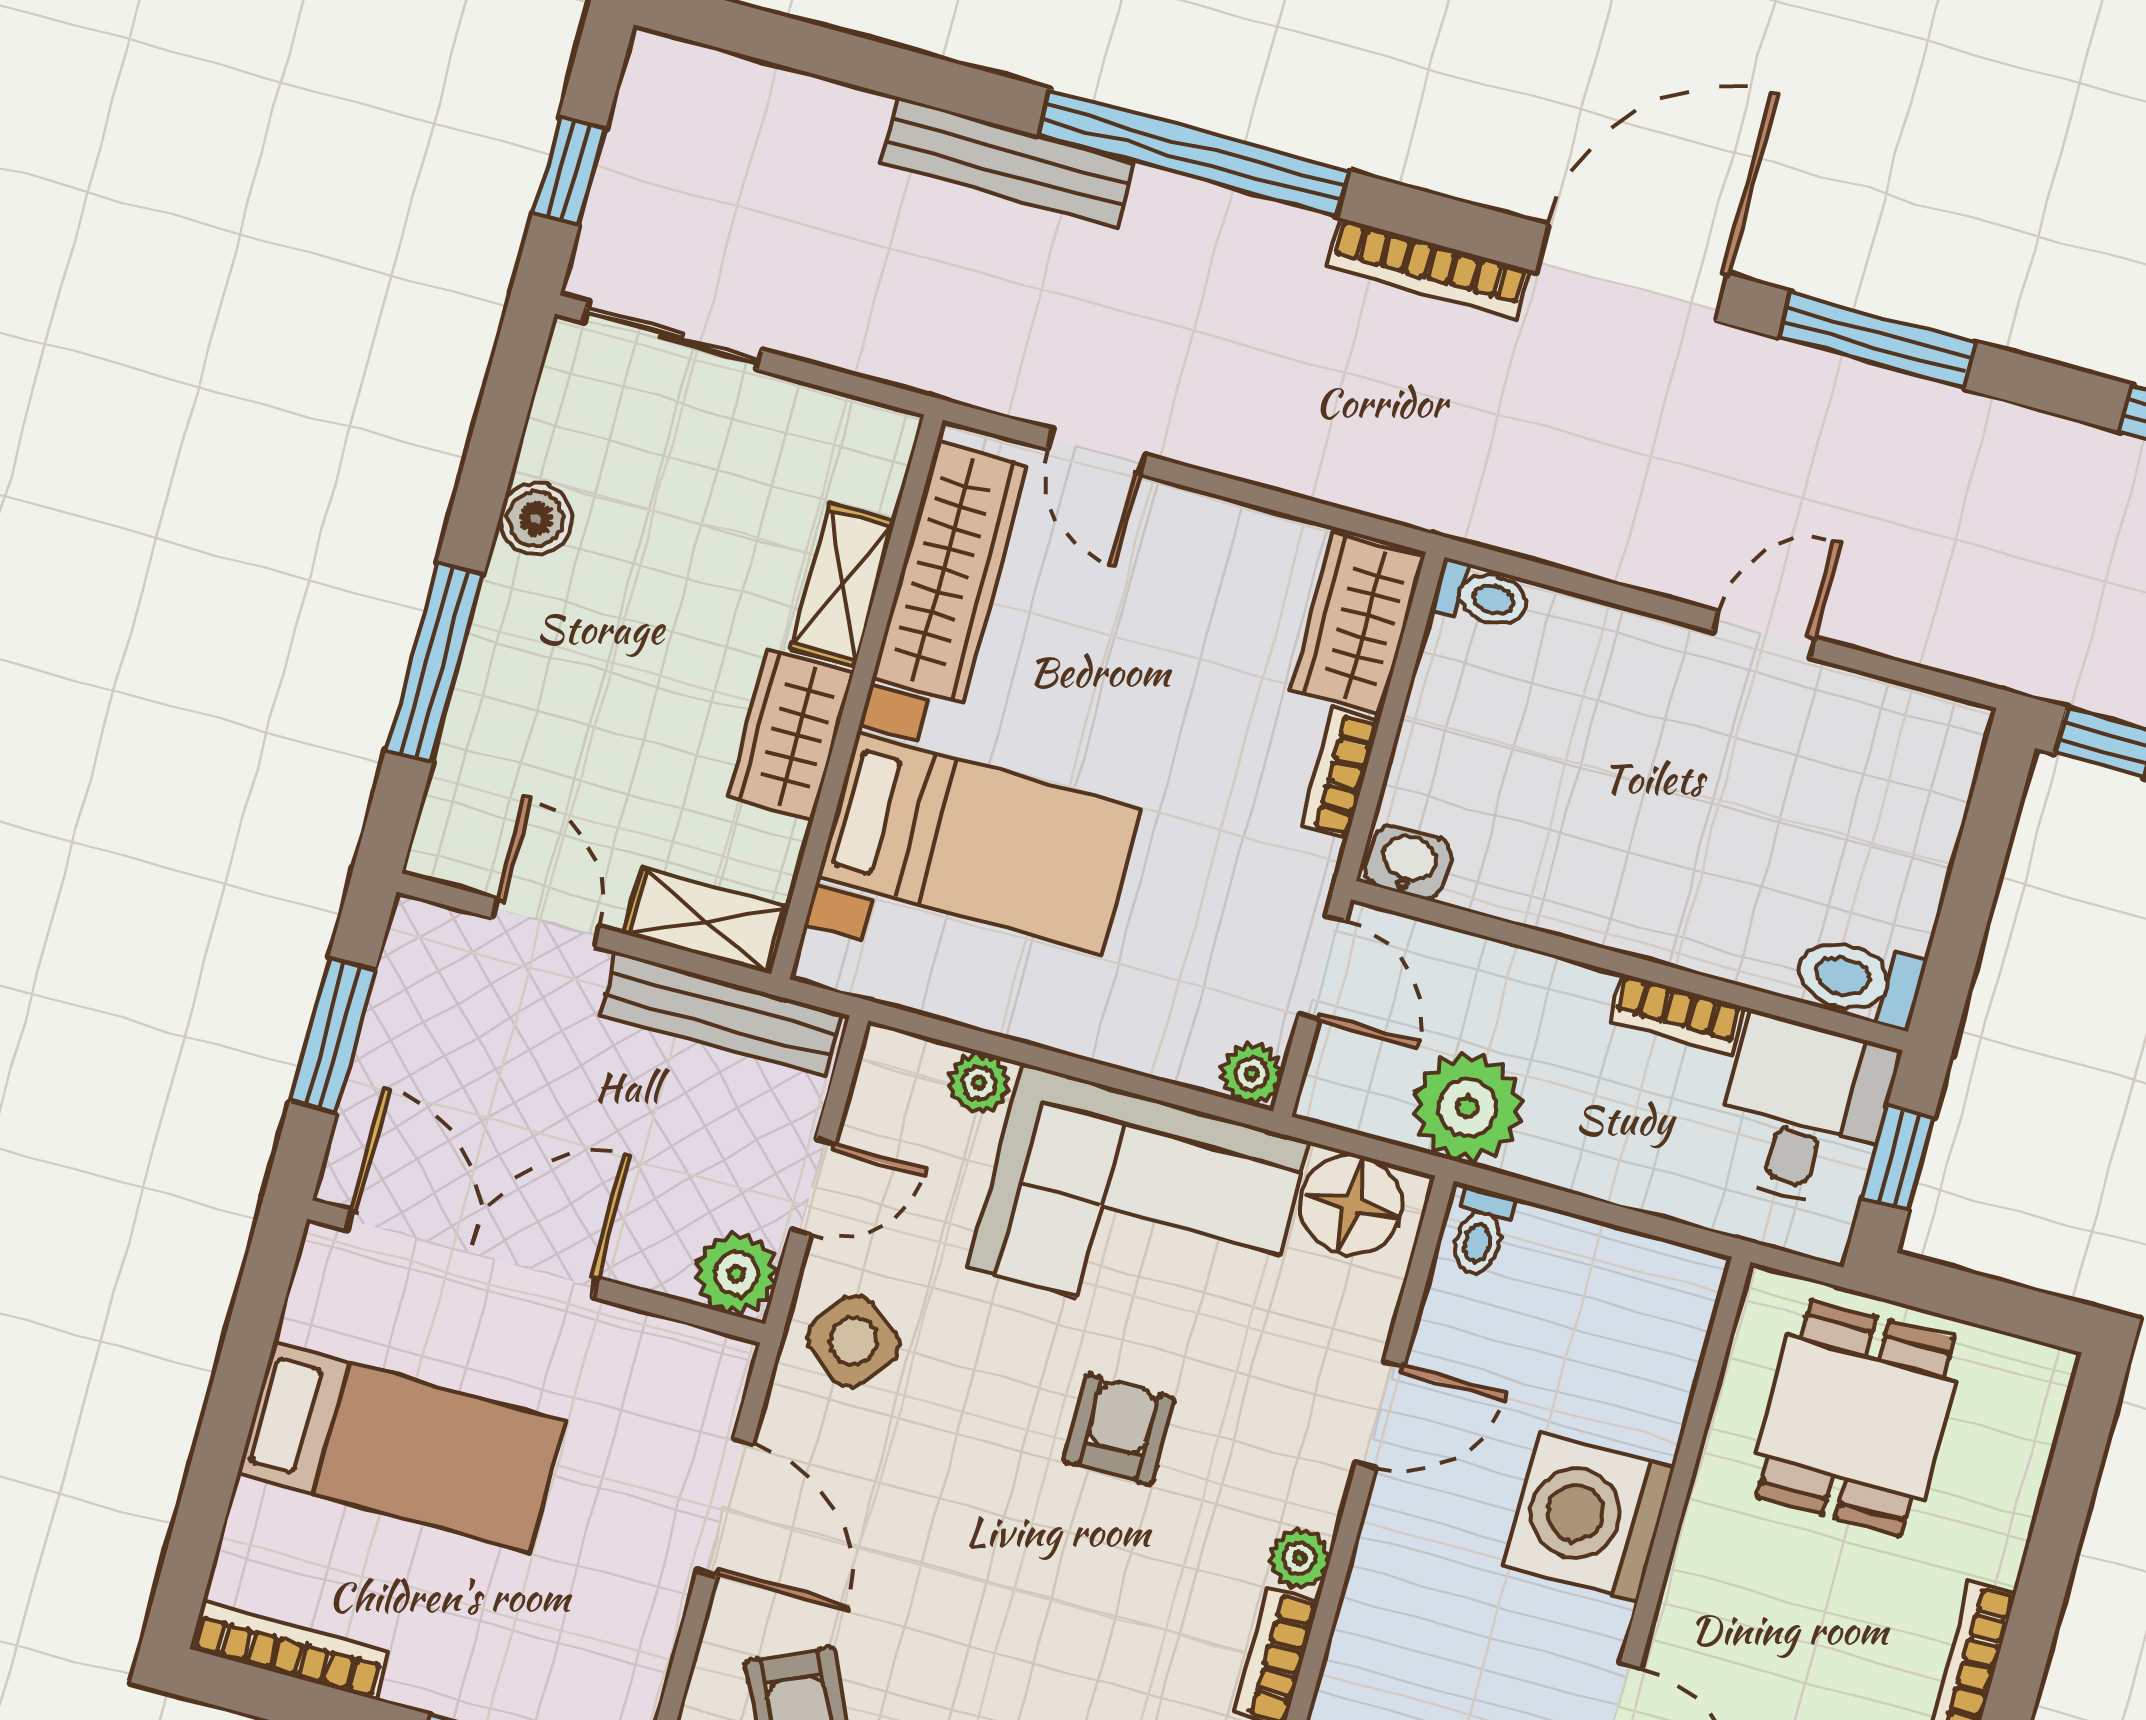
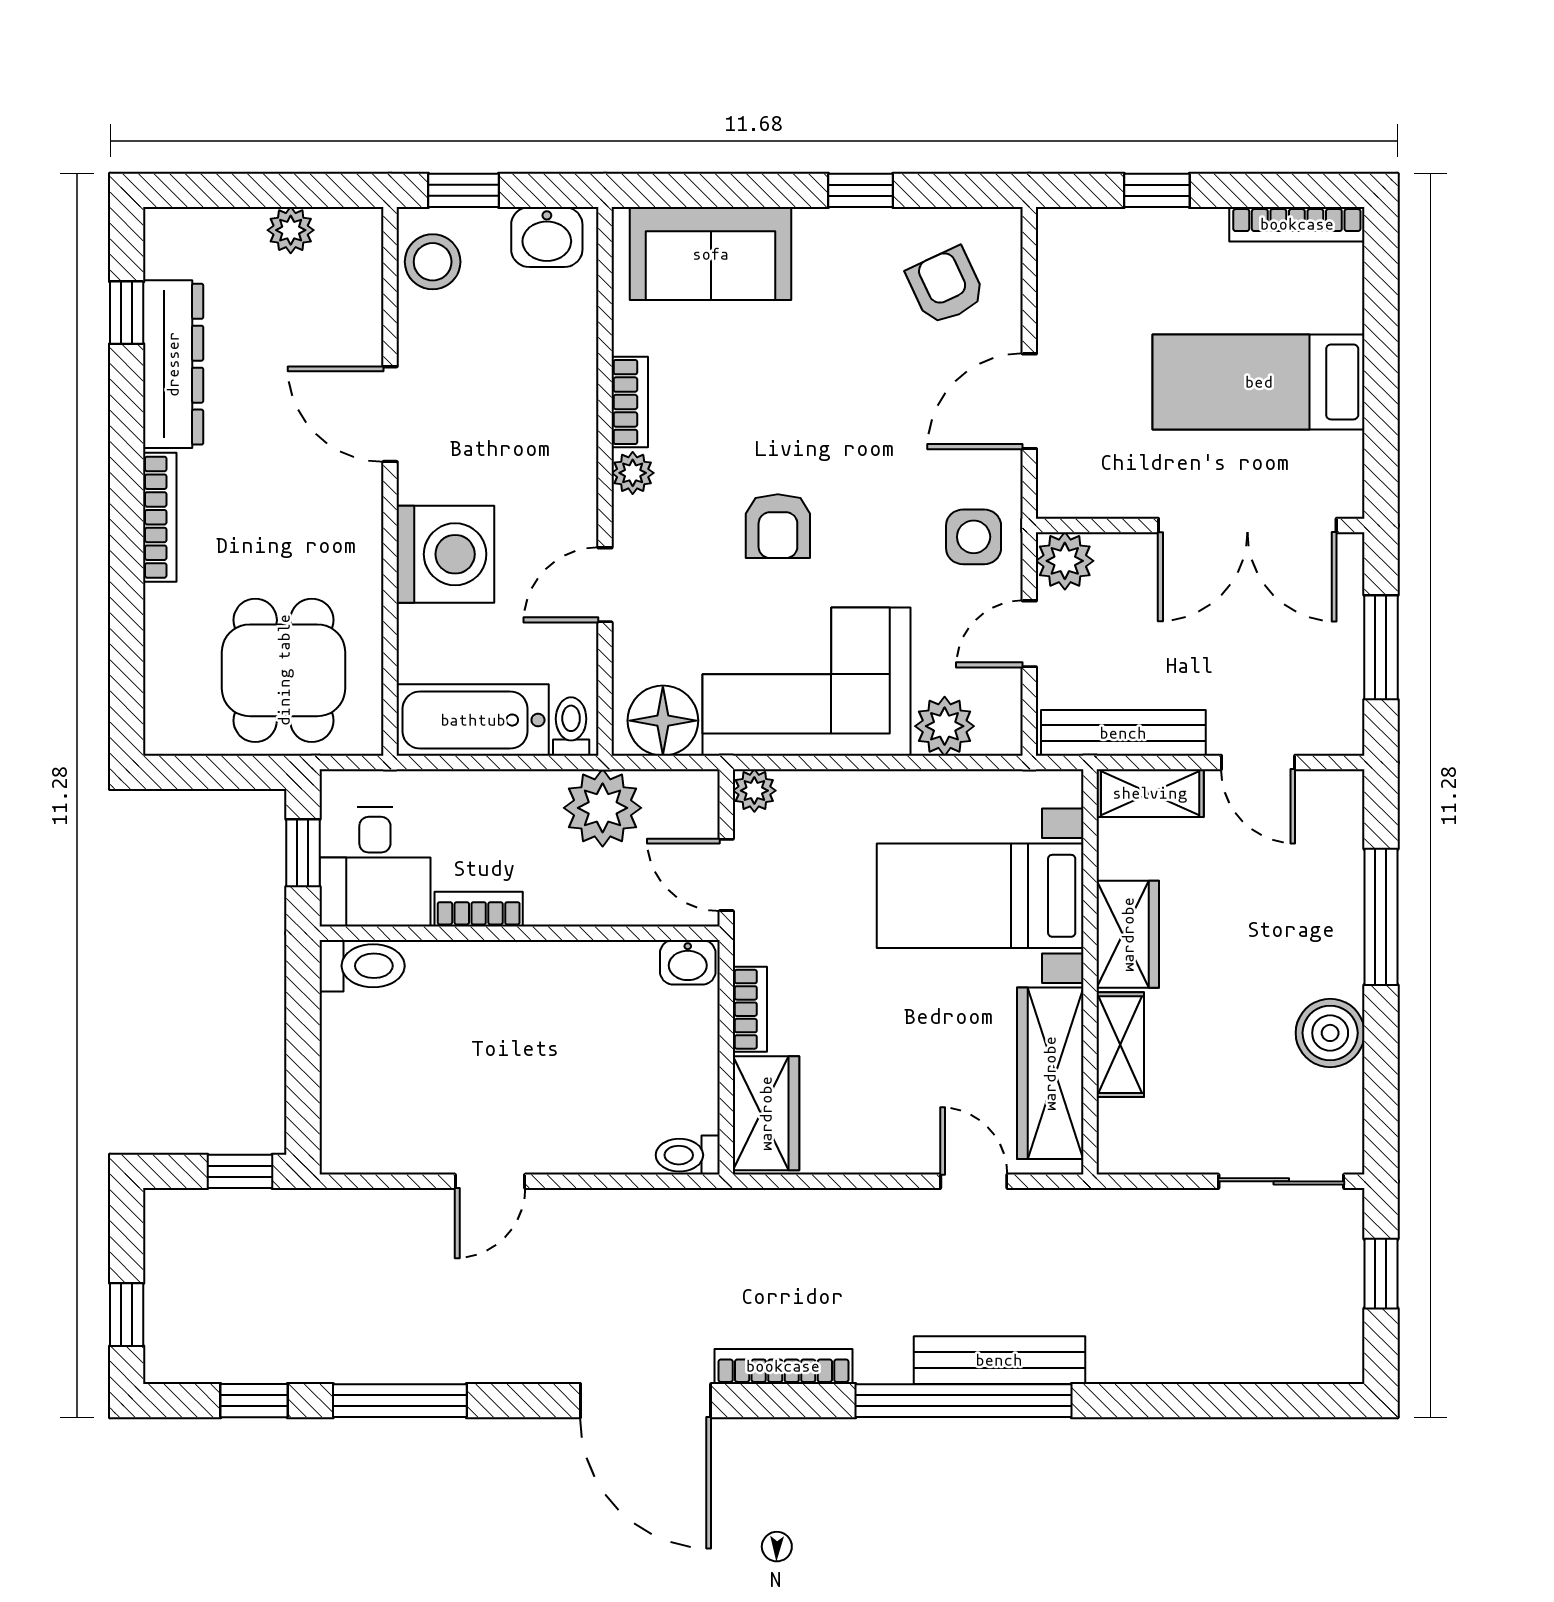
bench: (1008, 162) -> (999, 1360), moved
door: (1632, 273) -> (646, 1401), hinge flipped
window: (1877, 340) -> (400, 1401), moved
boiler: (536, 519) -> (1330, 1033), width x1.36, depth x1.36
plant: (979, 1083) -> (945, 726), width x1.38, depth x1.38
bathtub: (1614, 1278) -> (473, 720), added
side table: (853, 1341) -> (974, 537), turned -38
door: (725, 1507) -> (1029, 401), hinge flipped

